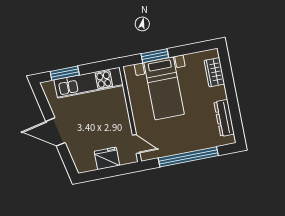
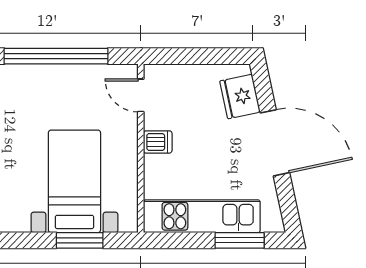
dishwasher: (122, 120) -> (158, 142), added
door: (56, 132) -> (275, 143), width x1.36
fridge: (107, 158) -> (240, 96), moved, turned 78

